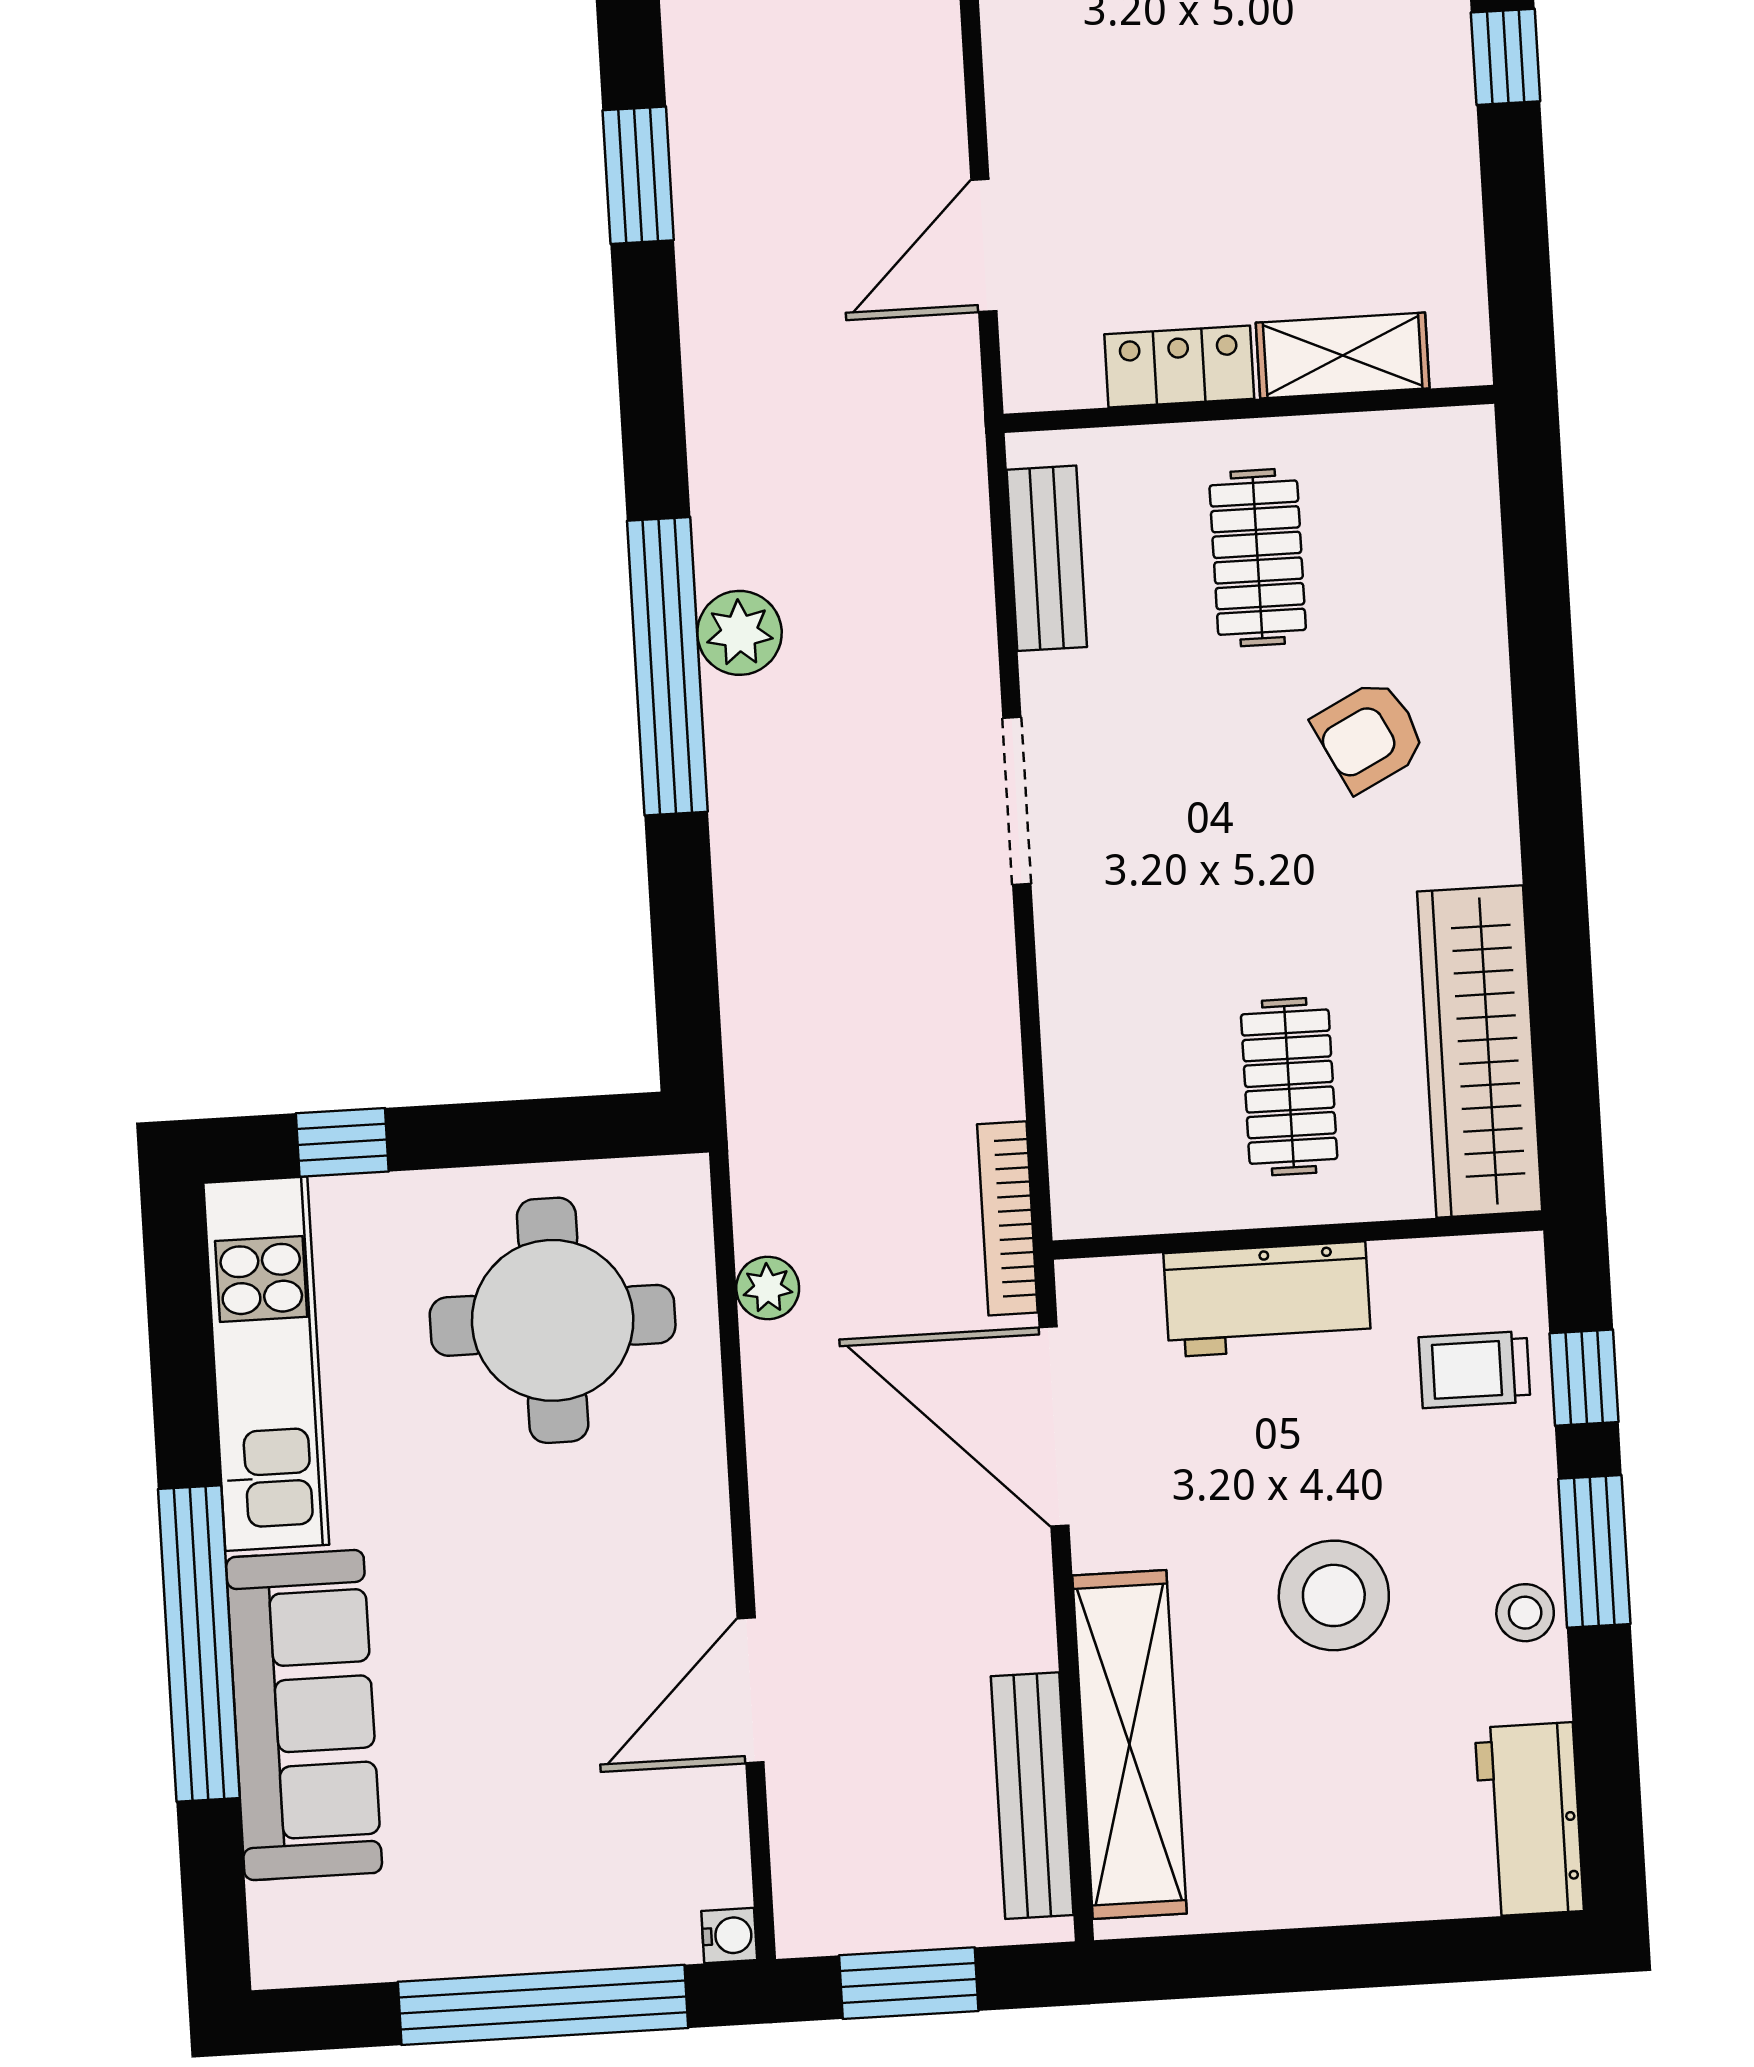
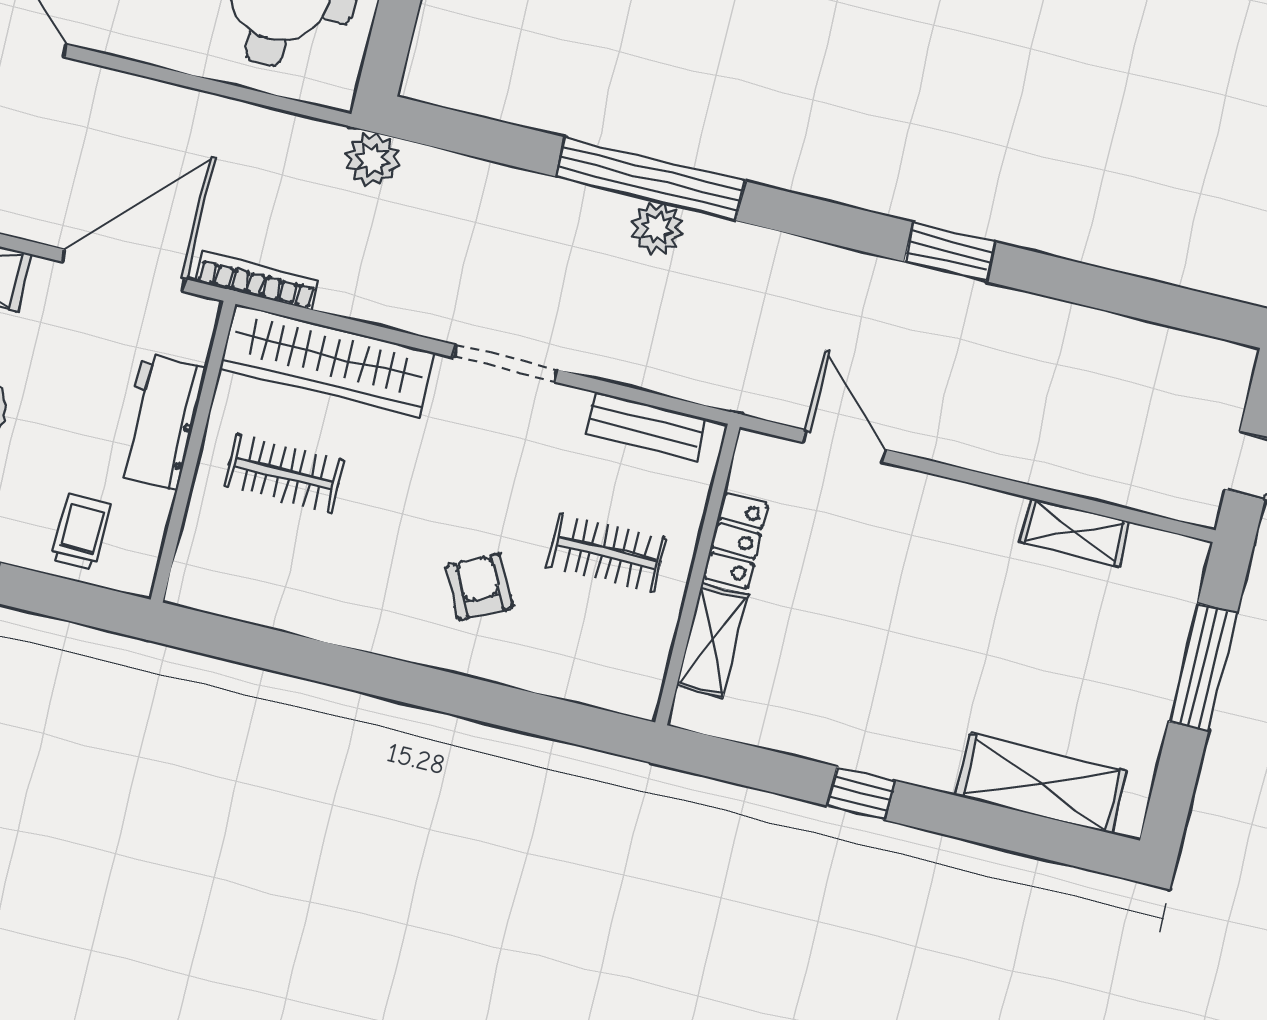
wardrobe: (1480, 1051) -> (327, 360), moved, turned 180
plant: (768, 1288) -> (372, 159), moved, width x1.38, depth x1.38
window: (1584, 1378) -> (55, 597), removed

